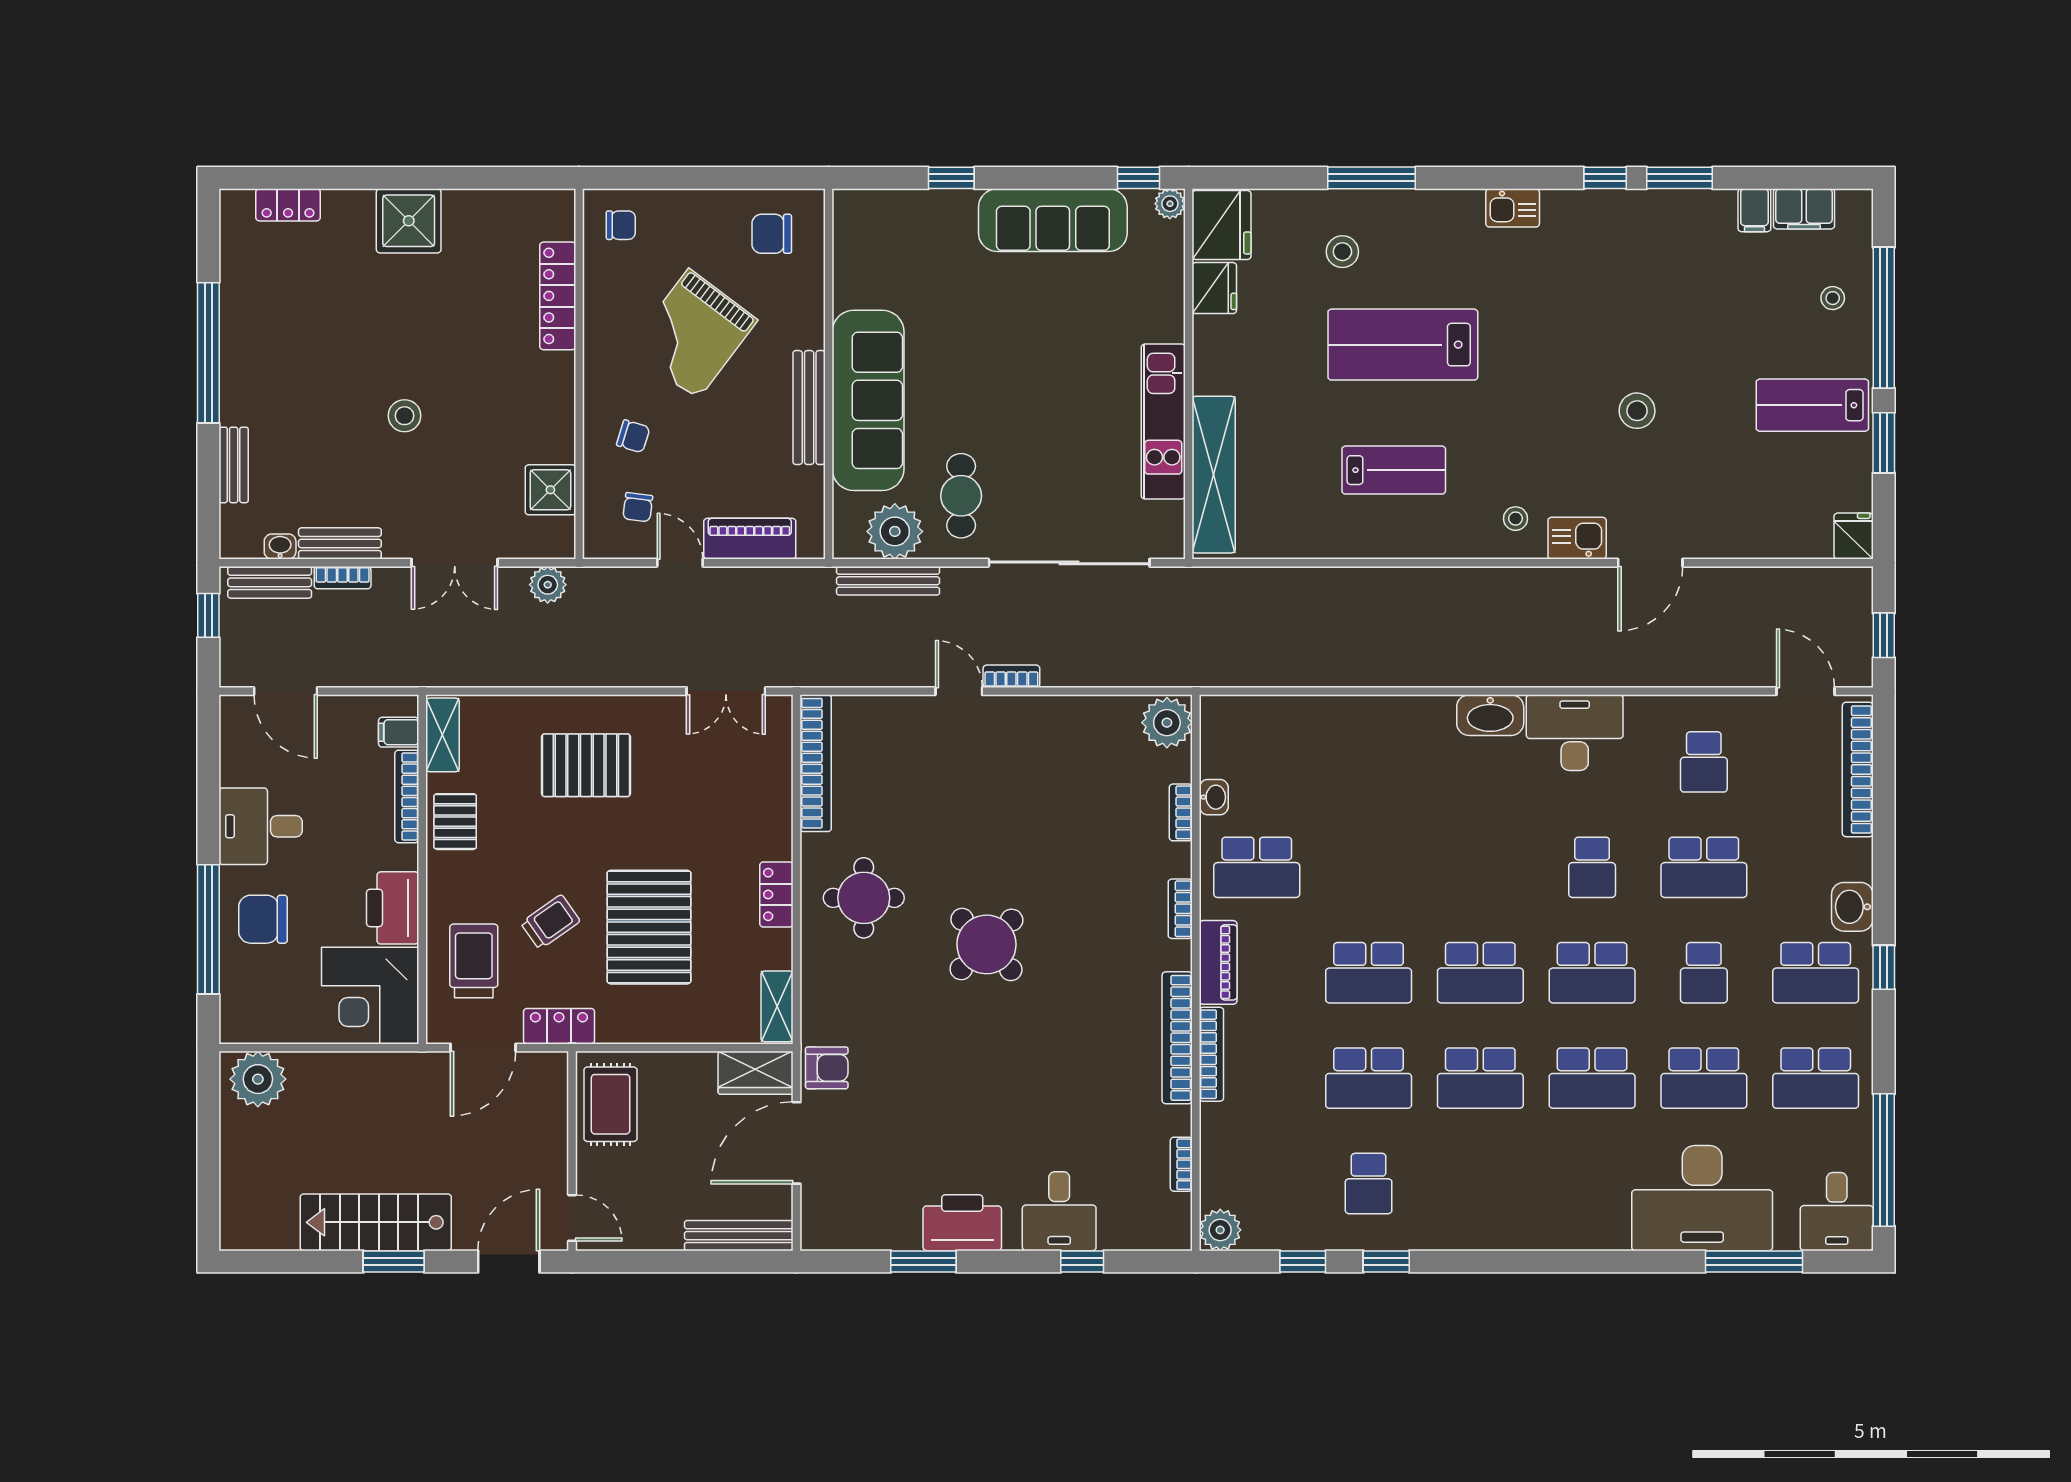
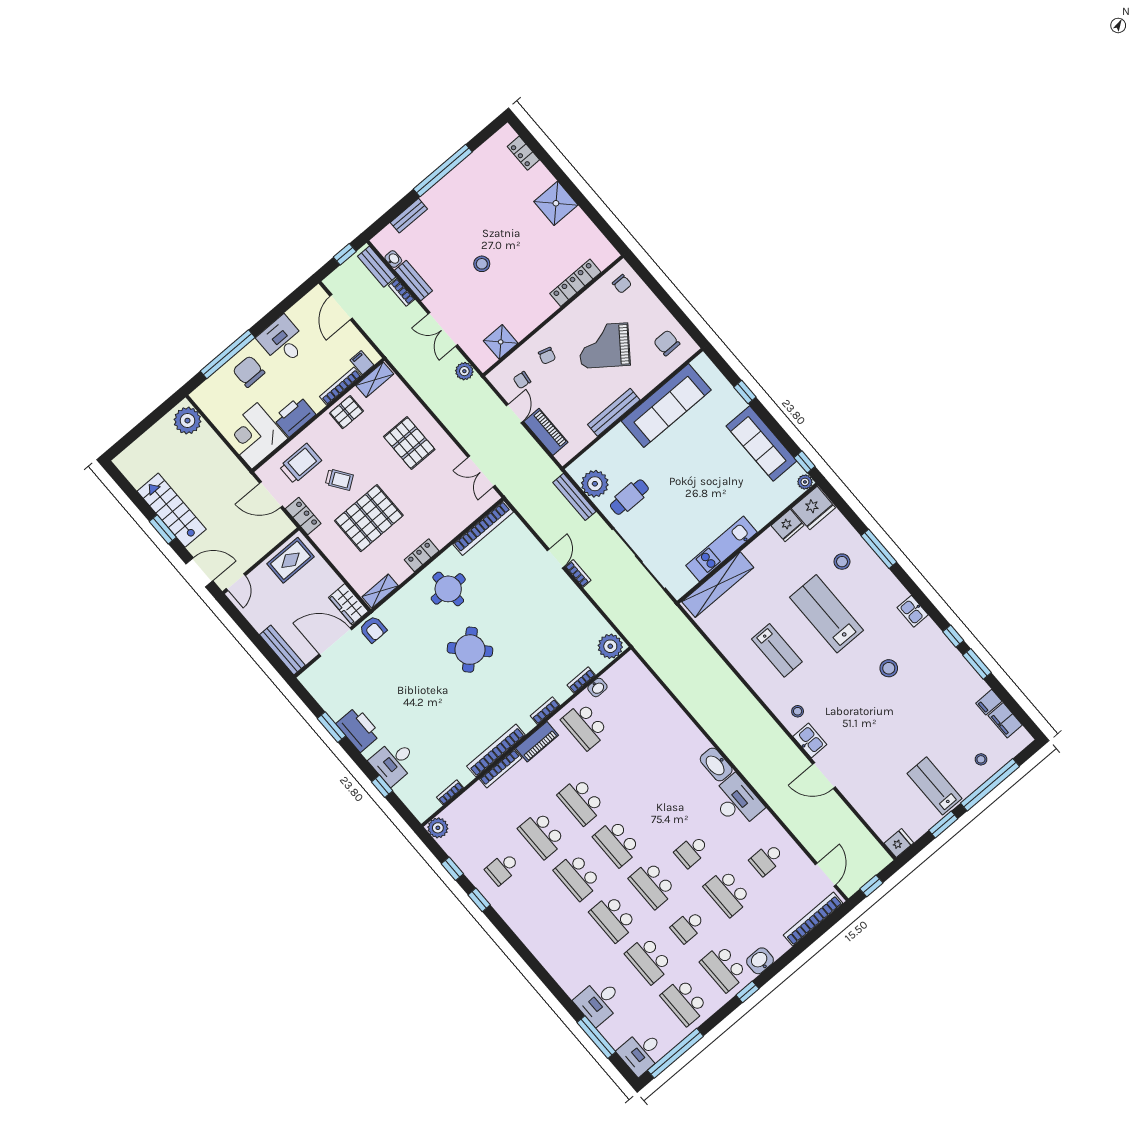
sofa: (868, 400) -> (666, 406), moved
stool: (1637, 411) -> (889, 668), moved
desk: (1702, 1198) -> (599, 1001), width x0.53, depth x0.77

